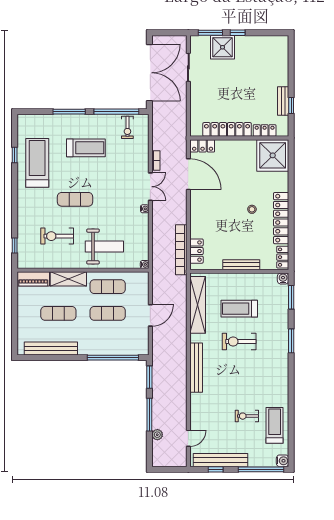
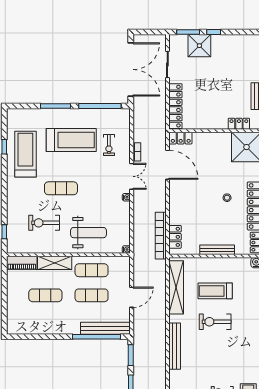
exercise bike: (127, 127) -> (109, 145), moved
locker: (227, 129) -> (175, 106), moved, turned 90
treadmill: (86, 148) -> (71, 140), width x1.37, depth x1.38
bench: (51, 348) -> (105, 328), moved

